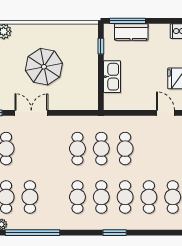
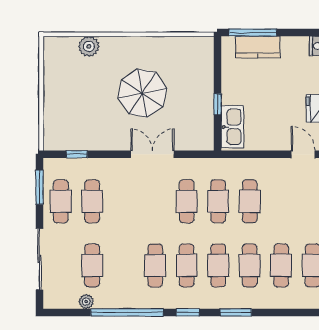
window: (101, 46) -> (218, 104), moved
kitchen sink: (112, 77) -> (232, 127), moved
double door: (31, 113) -> (152, 154), moved
cafe table: (30, 197) -> (155, 265), moved
window: (78, 233) -> (188, 312), added

